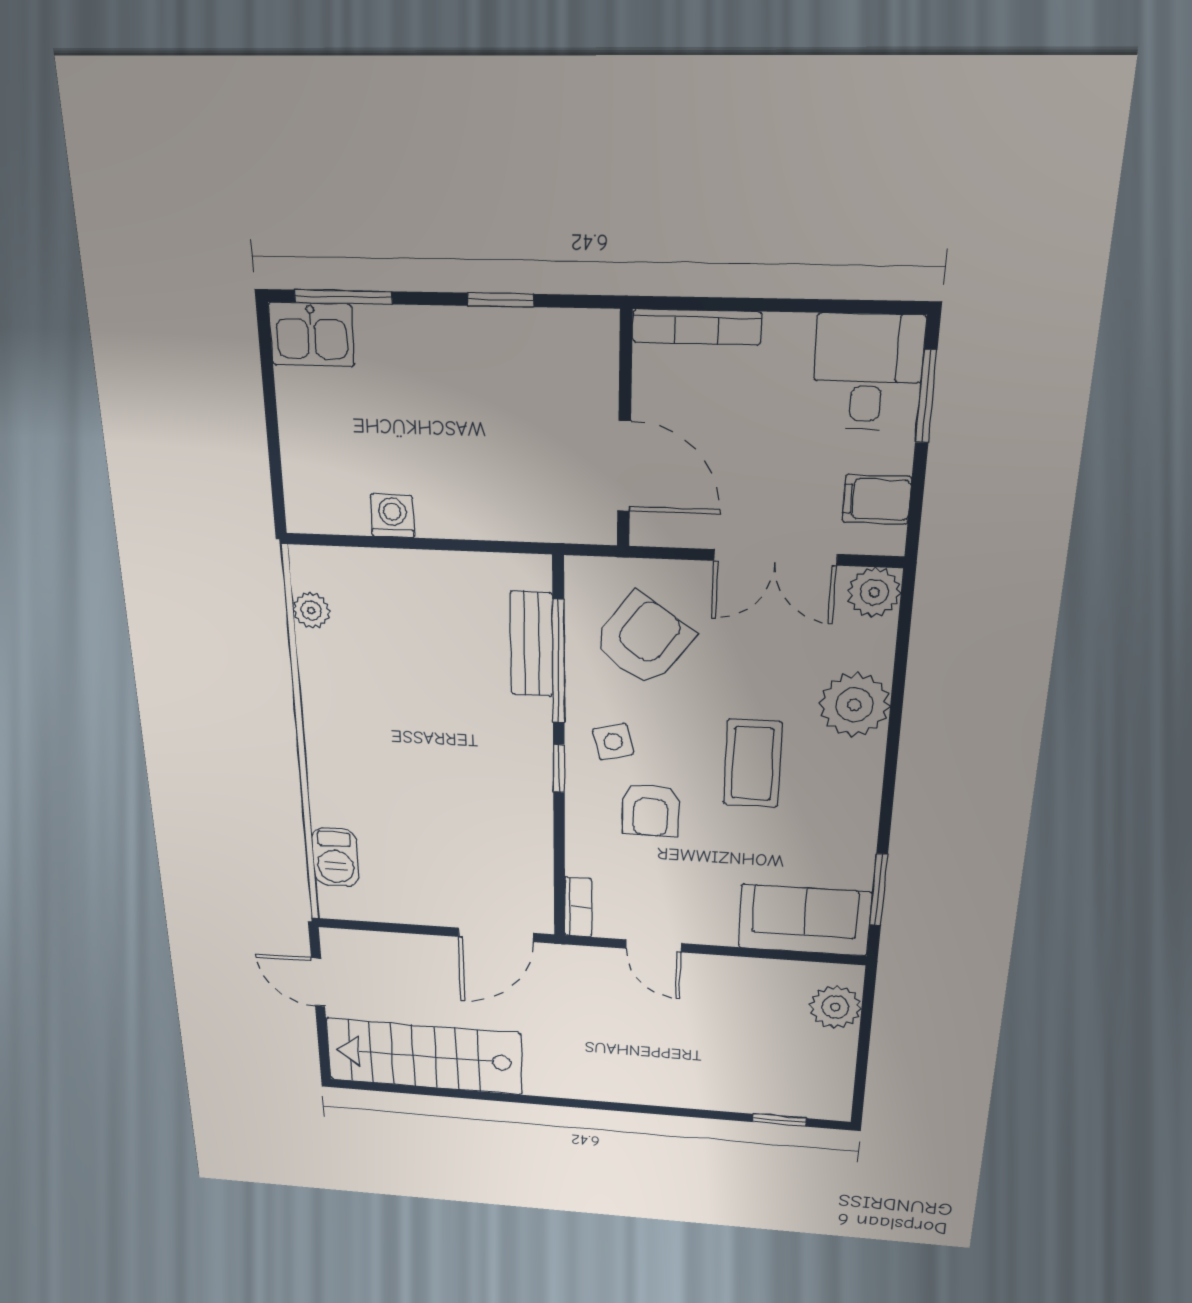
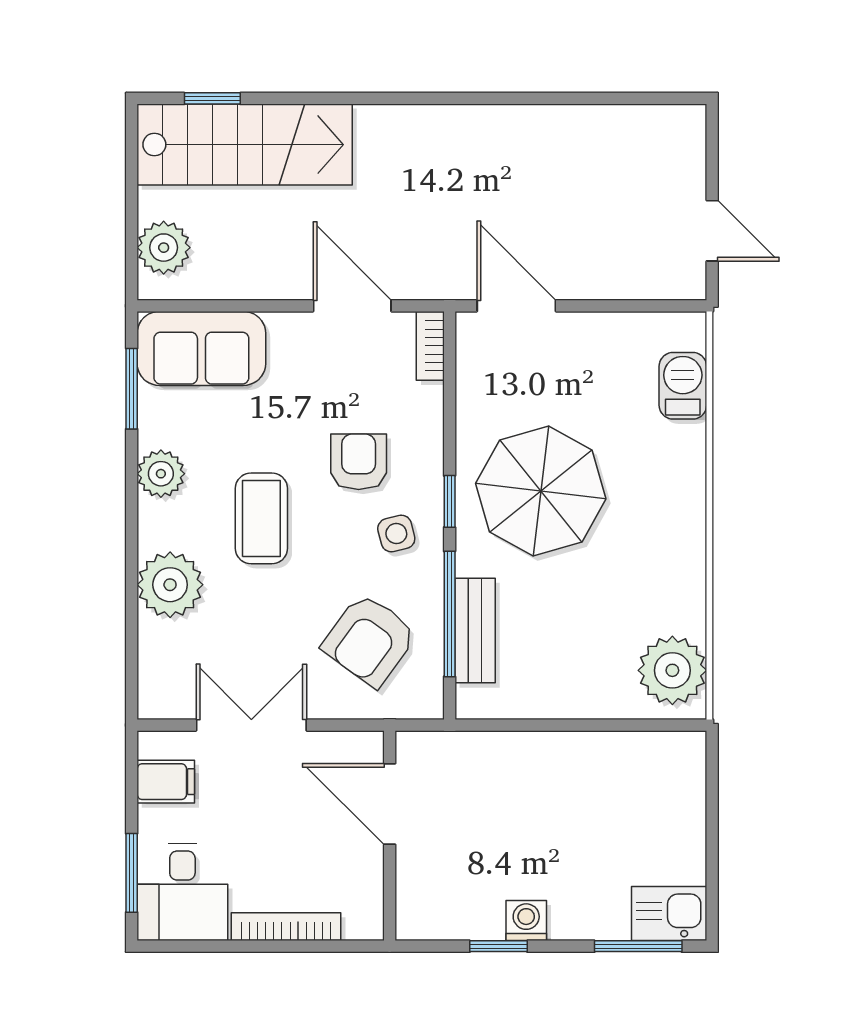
bookcase: (697, 327) -> (286, 927), moved
washing machine: (392, 516) -> (526, 921), moved, turned 180
plant: (874, 592) -> (161, 474), moved
plant: (311, 610) -> (672, 670), width x1.87, depth x1.87
parasol: (468, 773) -> (541, 491), added
door: (496, 935) -> (516, 306), hinge flipped
door: (654, 946) -> (352, 306), width x1.38
stairs: (424, 1056) -> (245, 145), moved

